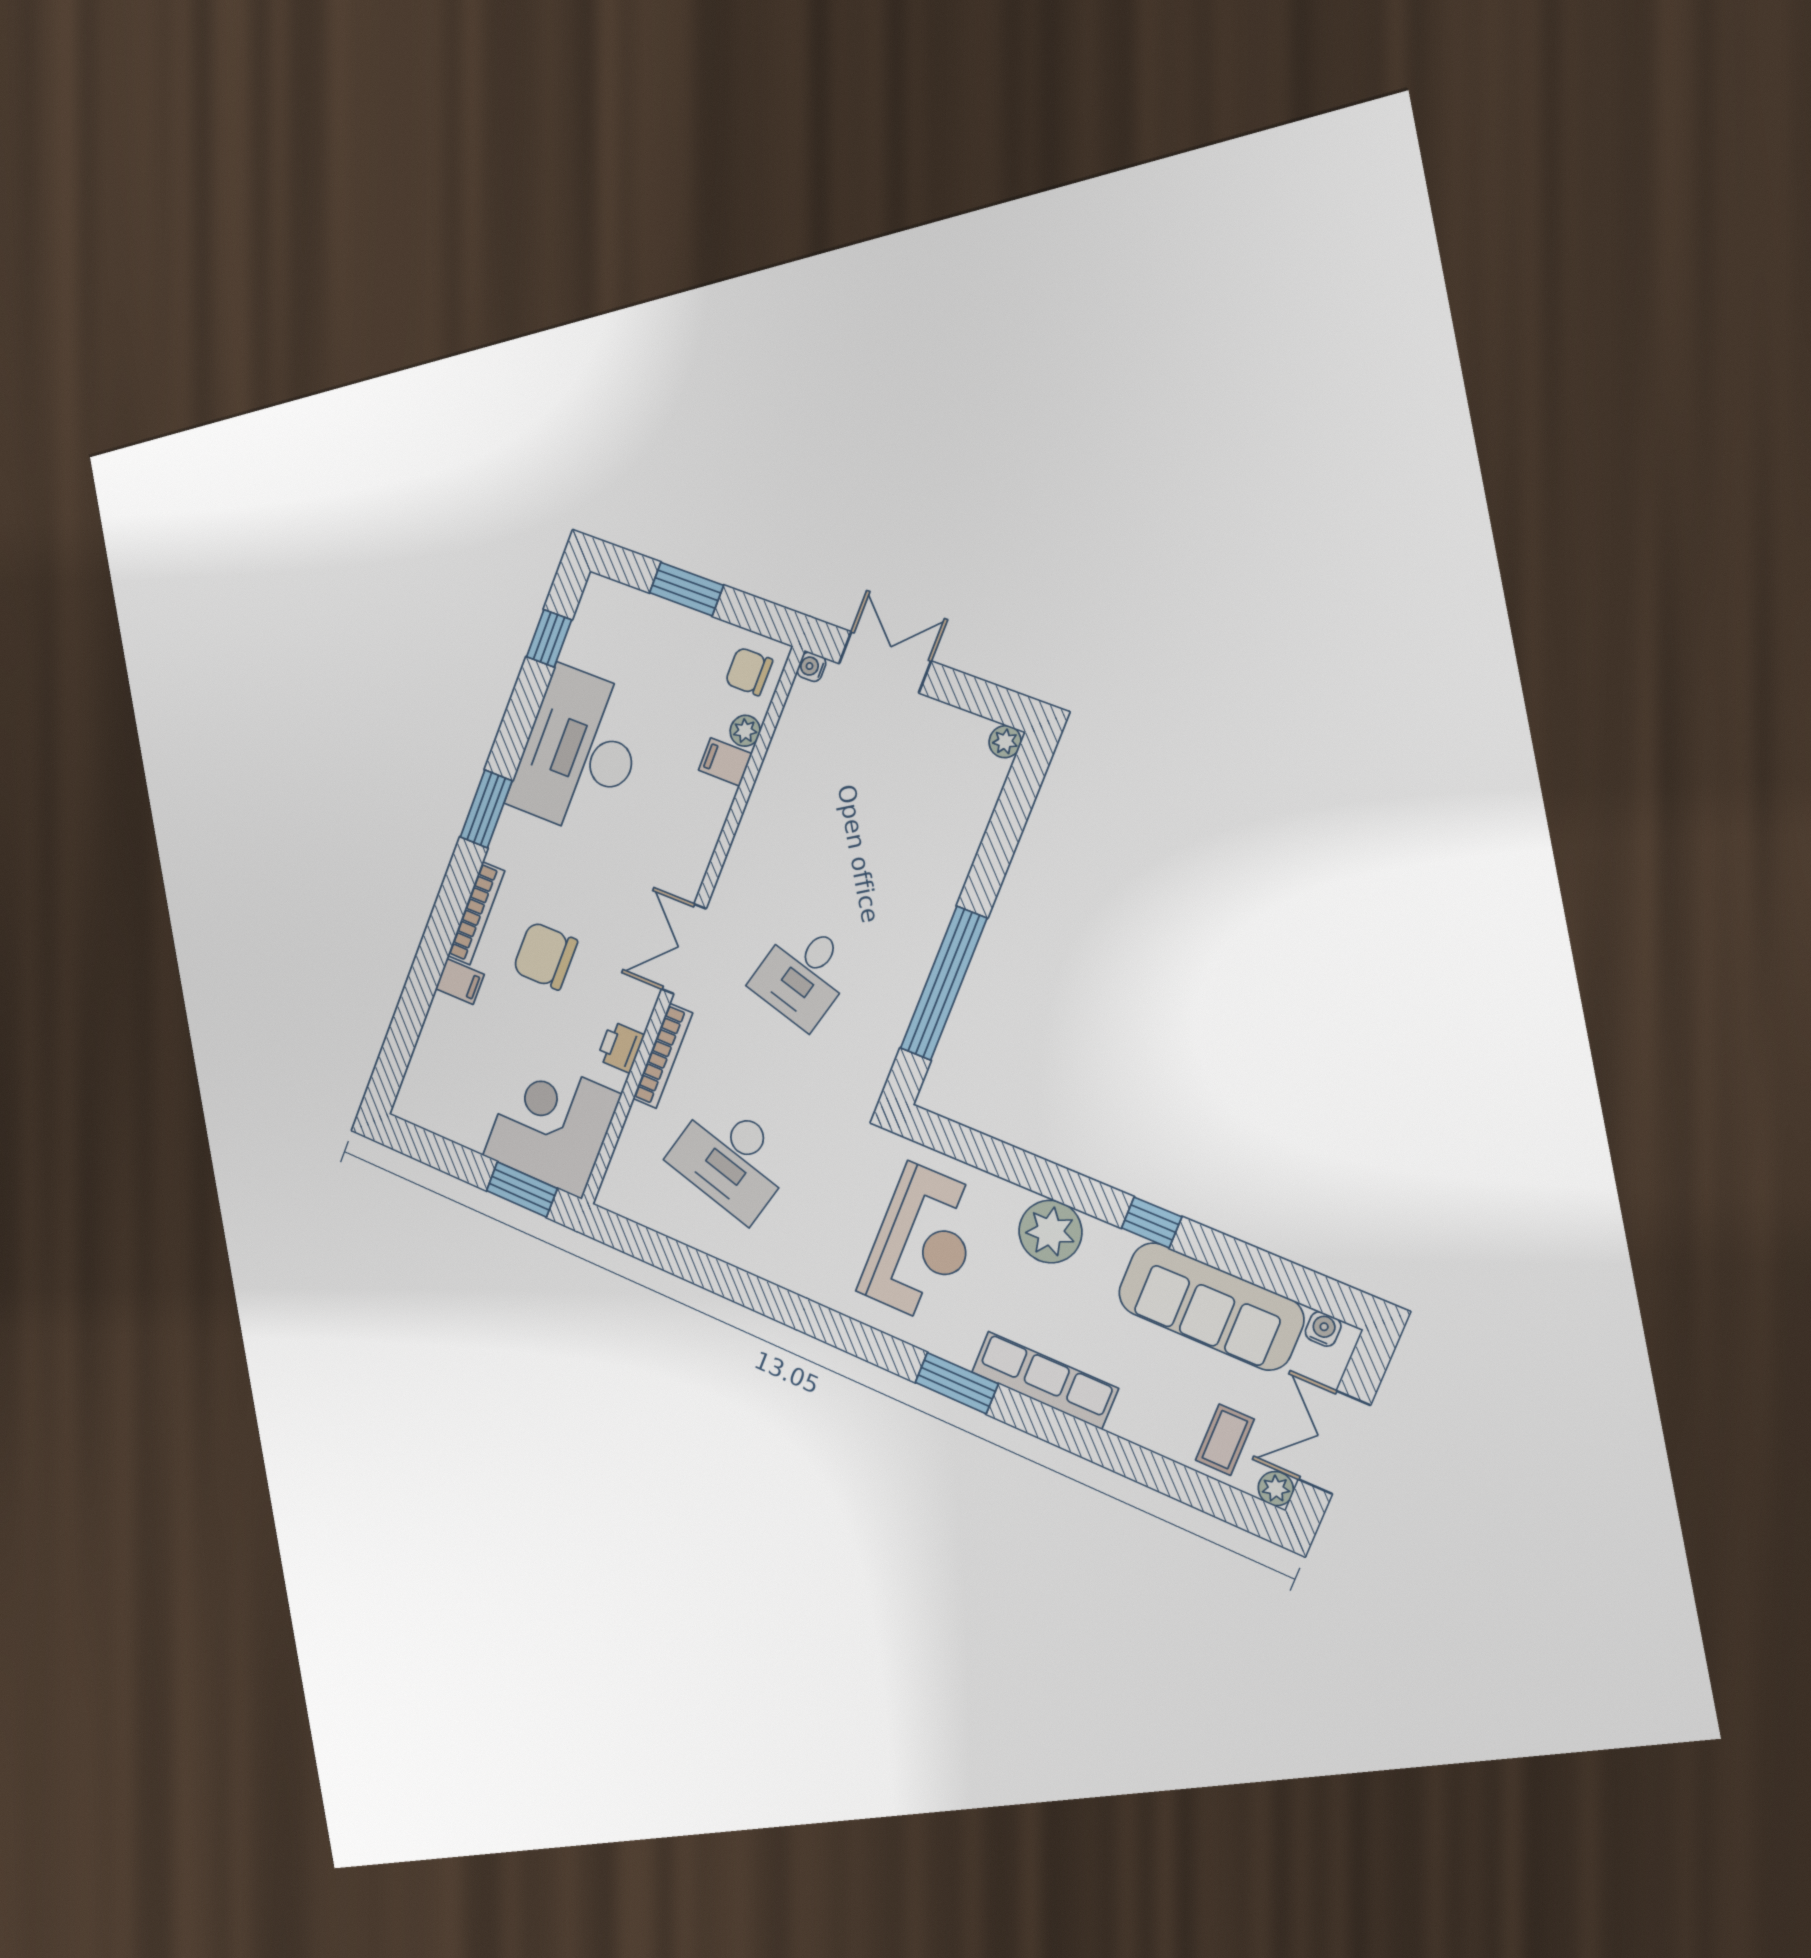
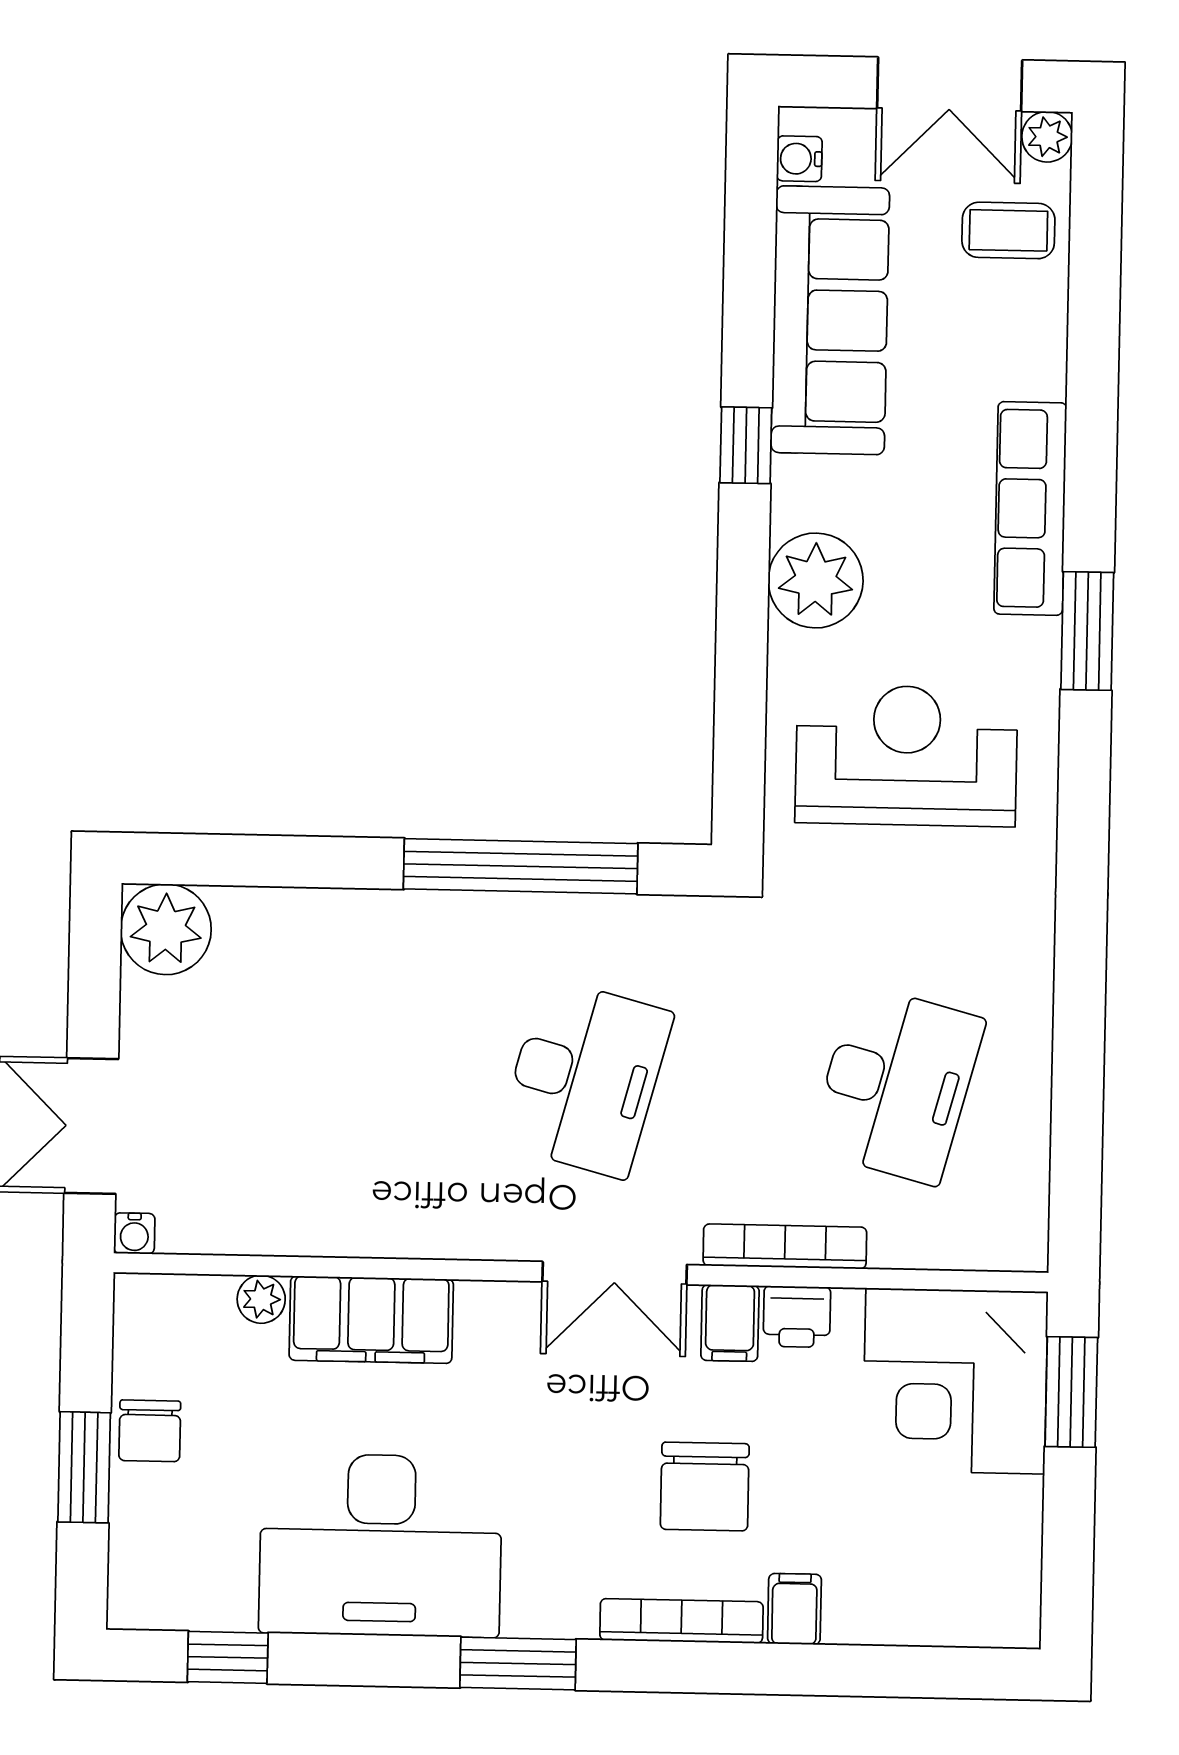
chair: (749, 671) -> (150, 1431), moved
plant: (1005, 742) -> (166, 929), width x1.88, depth x1.88
filing cabinet: (725, 762) -> (371, 1320), width x3.00, depth x1.17
desk: (803, 975) -> (585, 1078), width x1.37
filing cabinet: (631, 1006) -> (730, 1323), added

